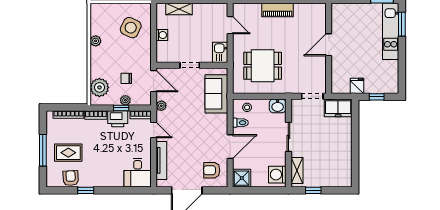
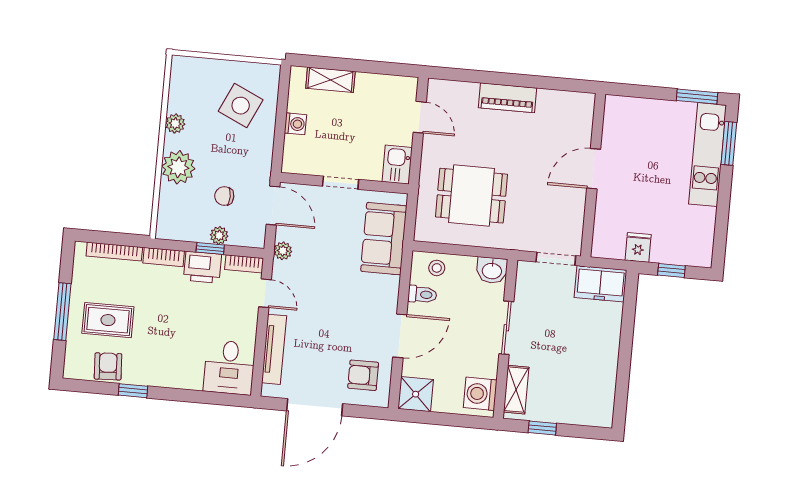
plant: (99, 87) -> (178, 167), moved

